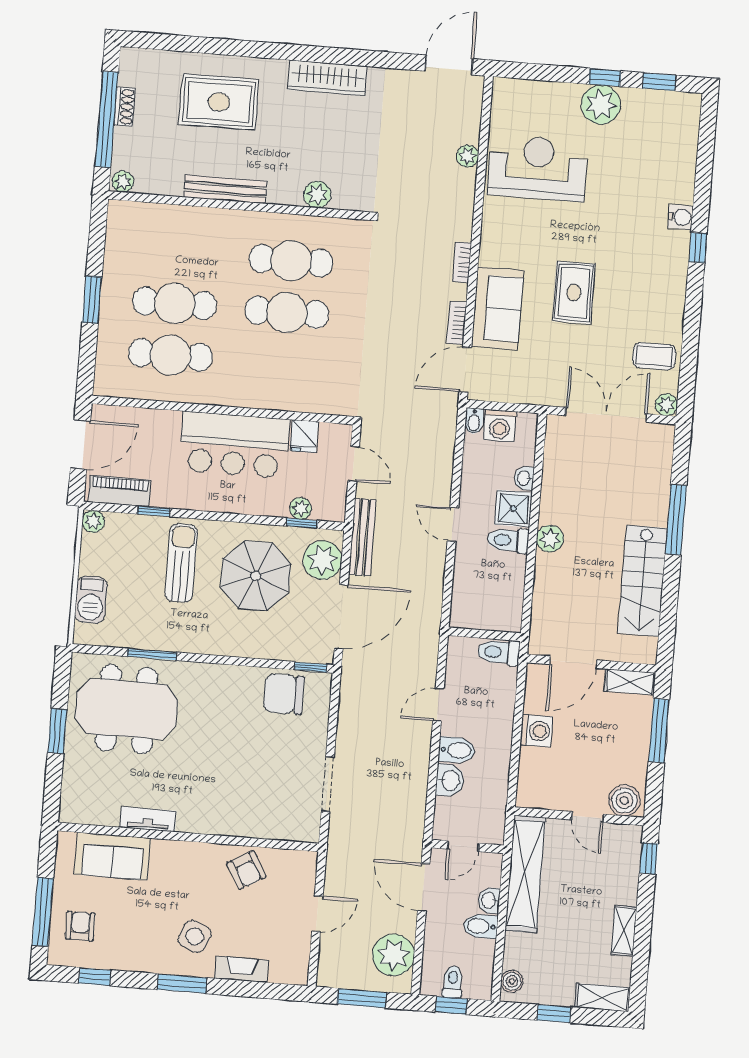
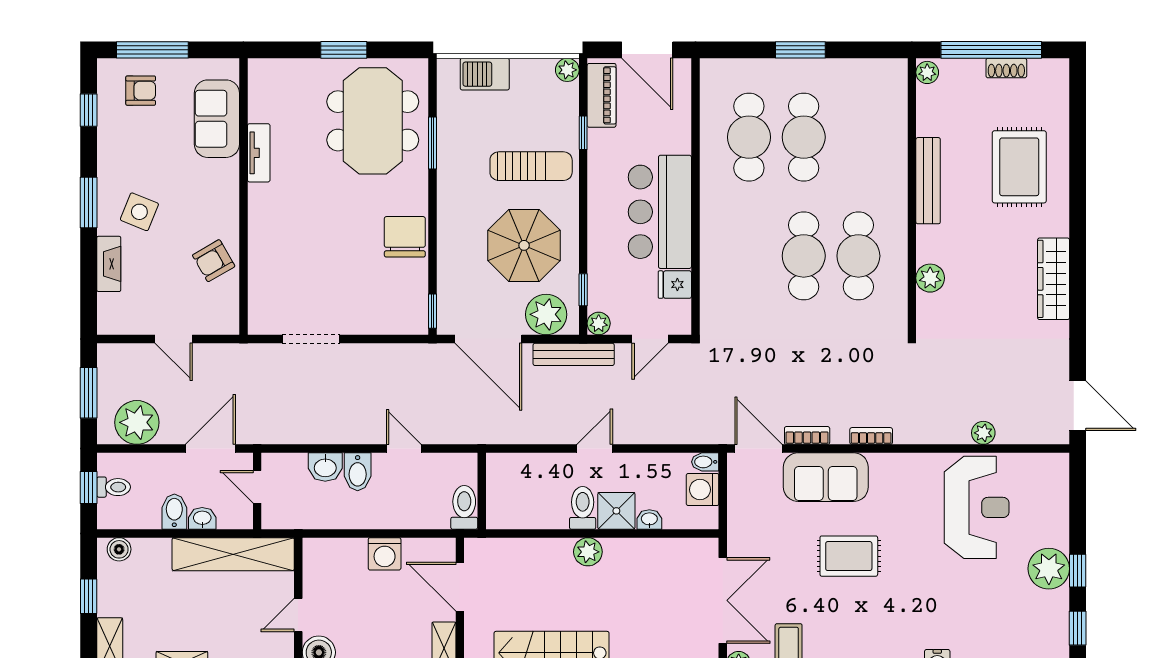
plant: (300, 508) -> (599, 323), moved
chair: (284, 694) -> (405, 237), moved

